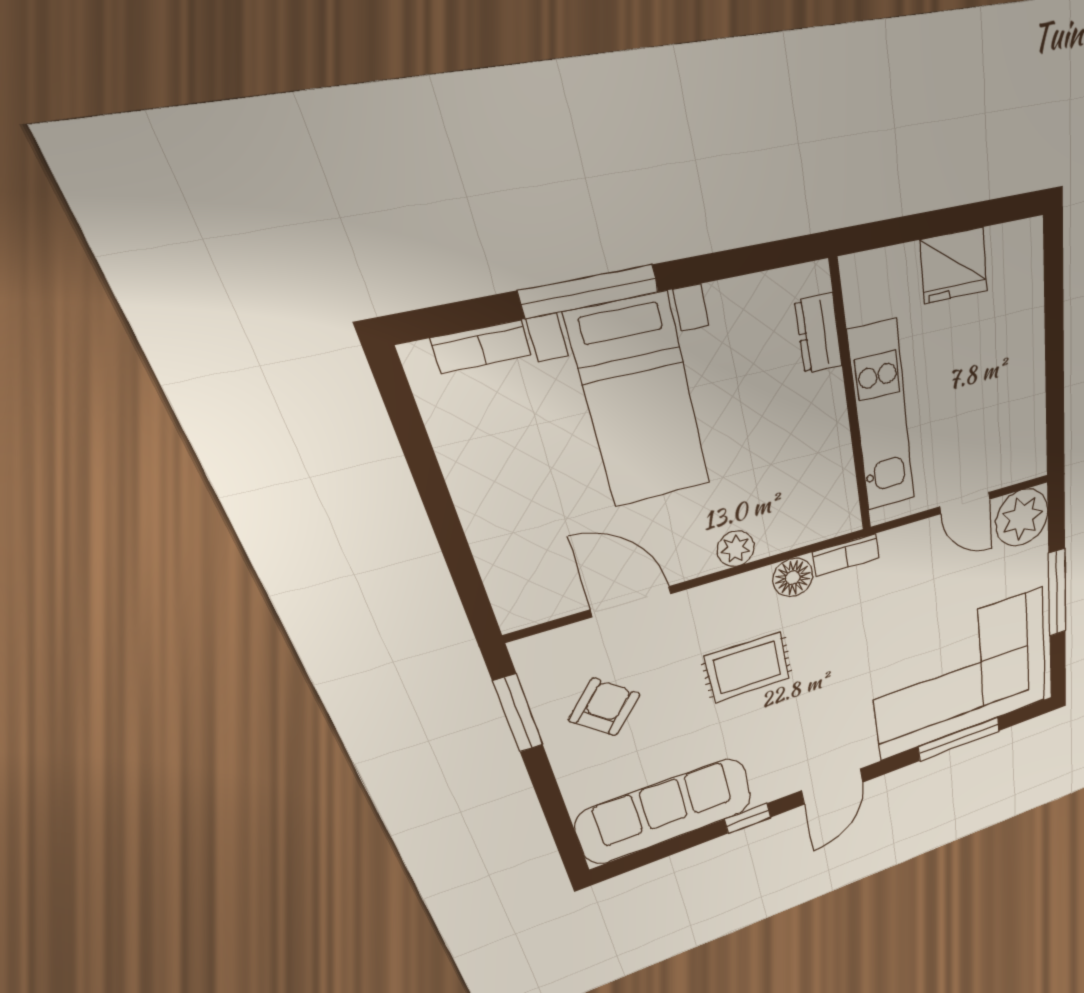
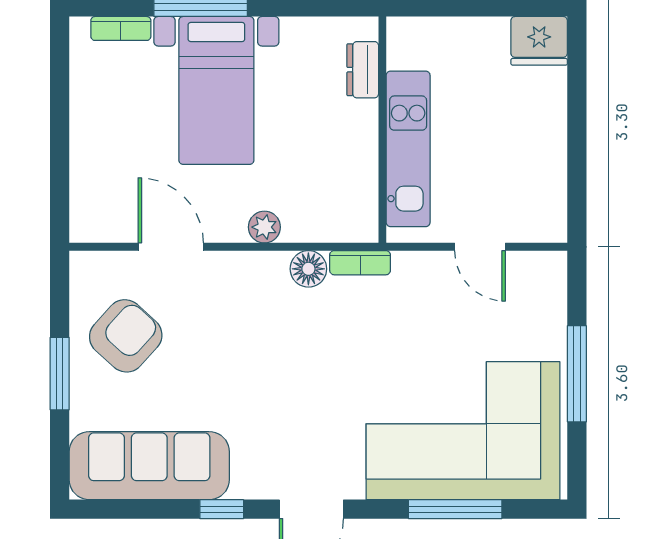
fridge: (954, 266) -> (539, 41), moved
plant: (1022, 518) -> (539, 279), removed
rug: (748, 667) -> (253, 343), removed
armchair: (604, 707) -> (126, 336), width x1.38, depth x1.38
window: (518, 713) -> (60, 374), moved

